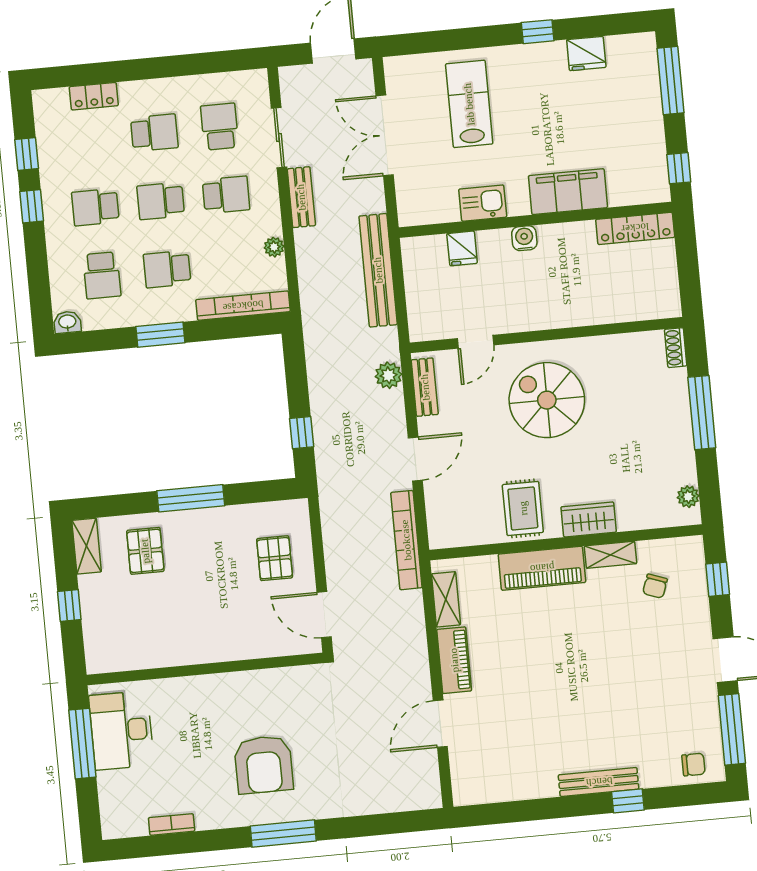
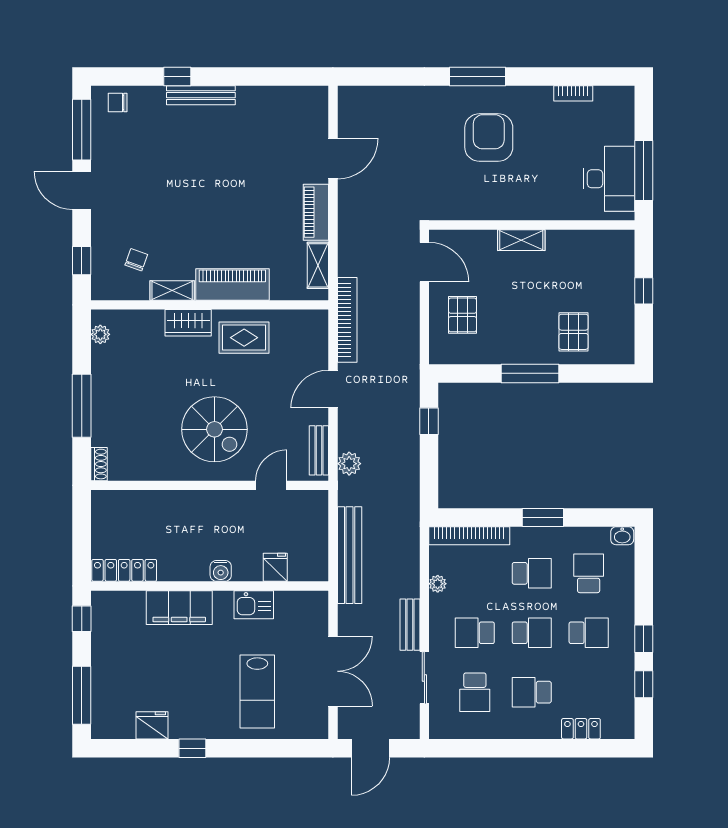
rug: (523, 508) -> (244, 338), turned 90
shelving: (87, 546) -> (521, 240), moved, turned 90

